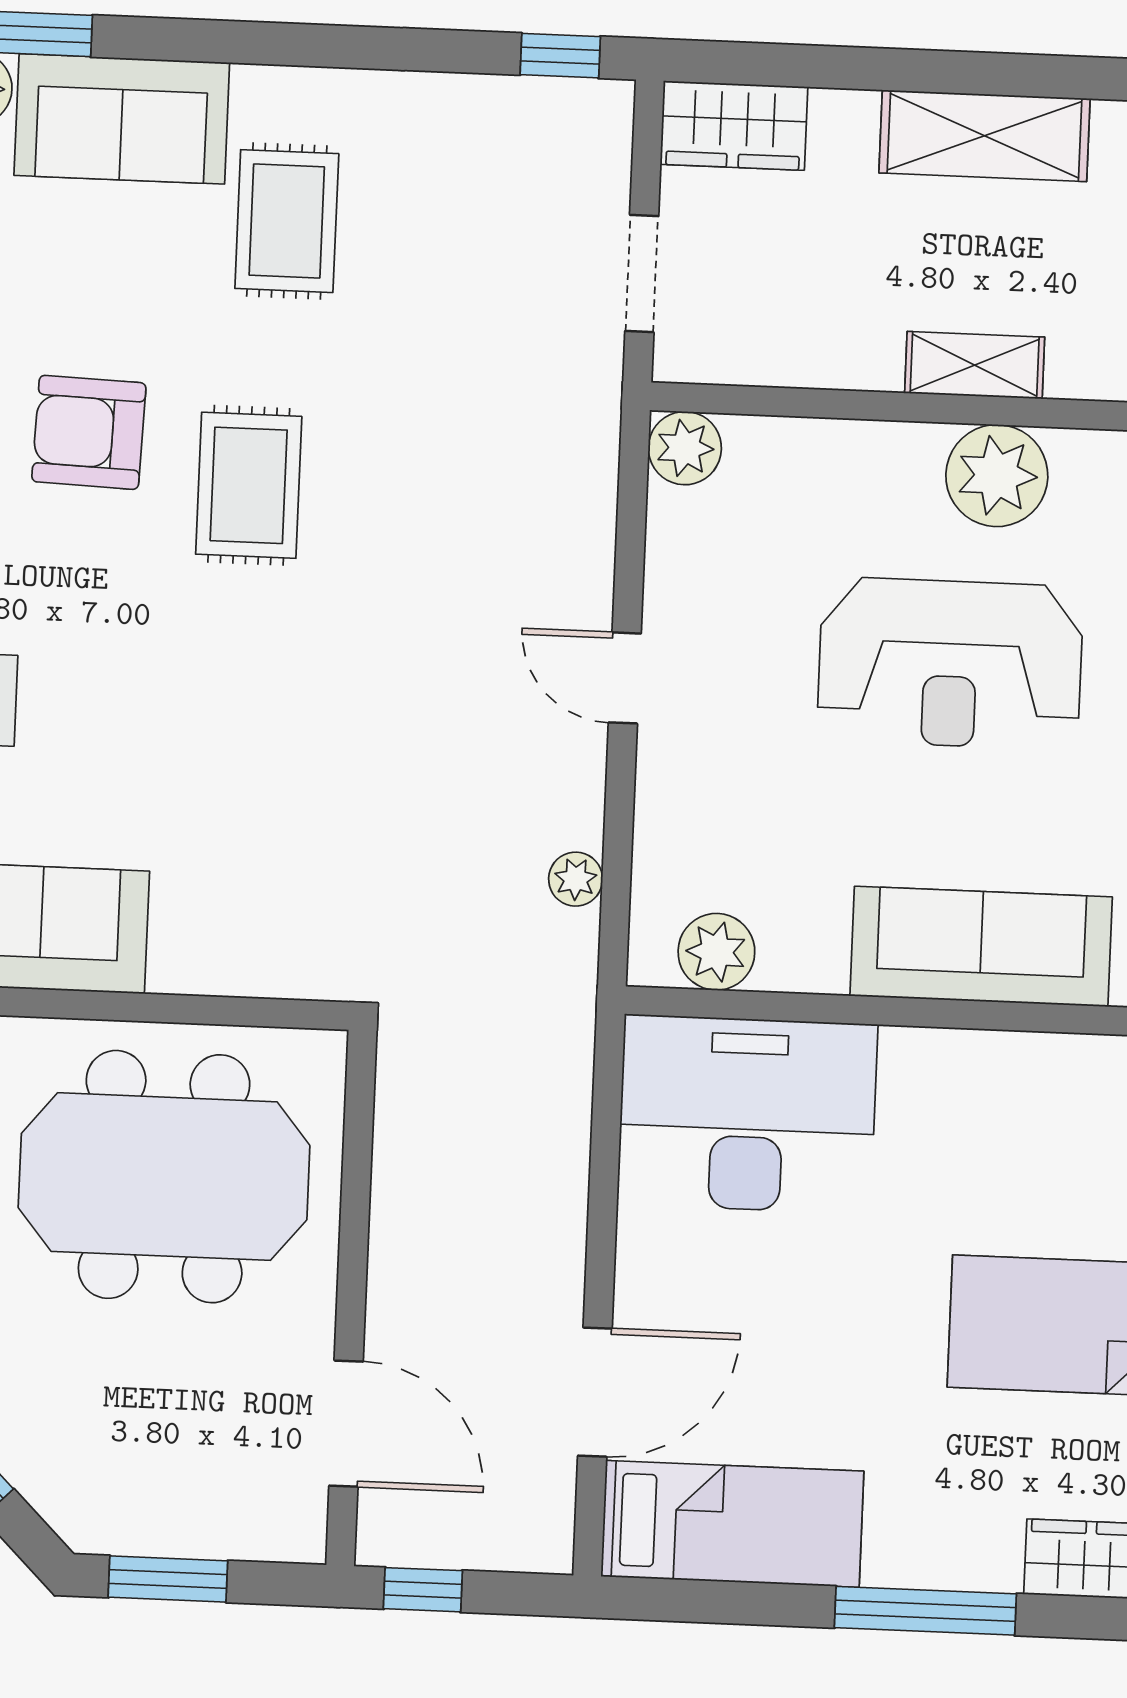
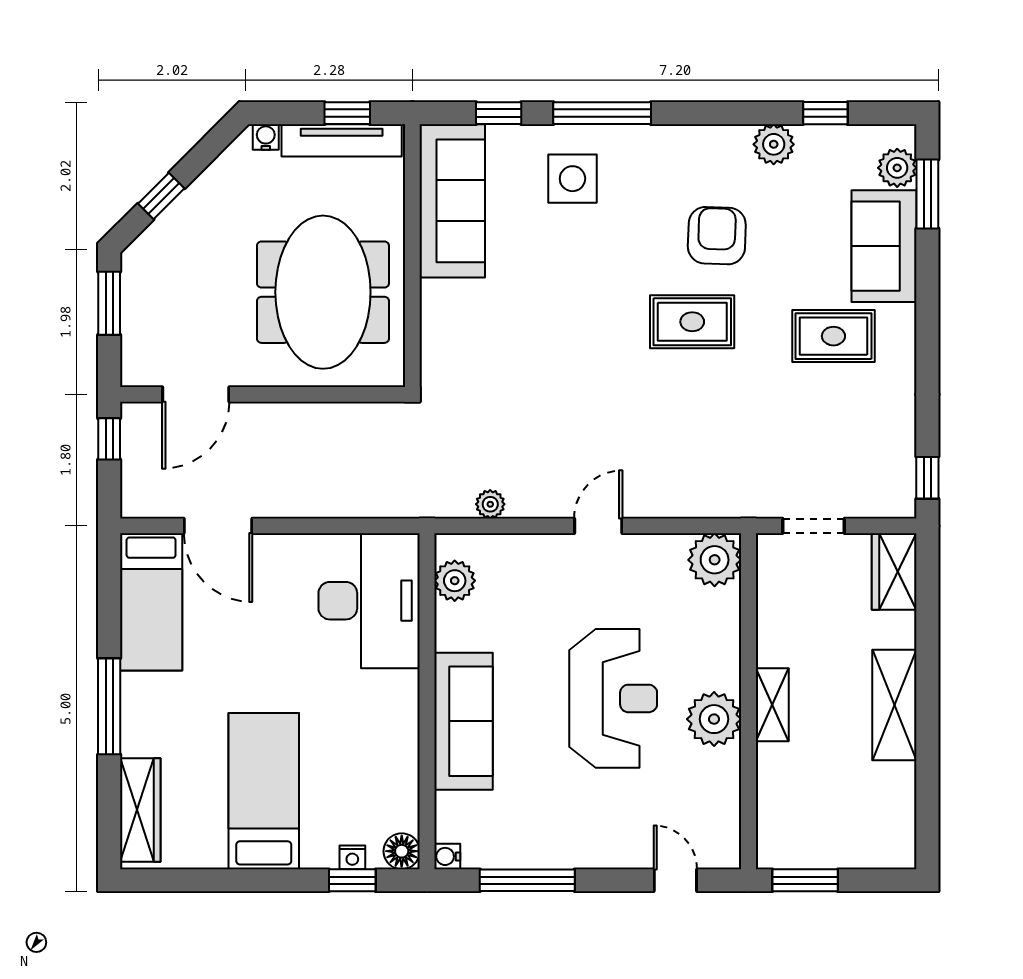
plant: (685, 448) -> (715, 560), width x1.36, depth x1.36
reception desk: (950, 663) -> (613, 698), turned 180

